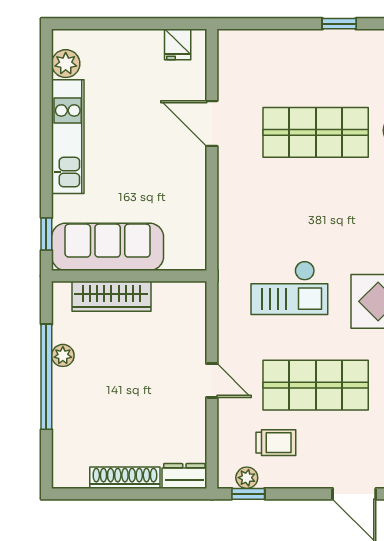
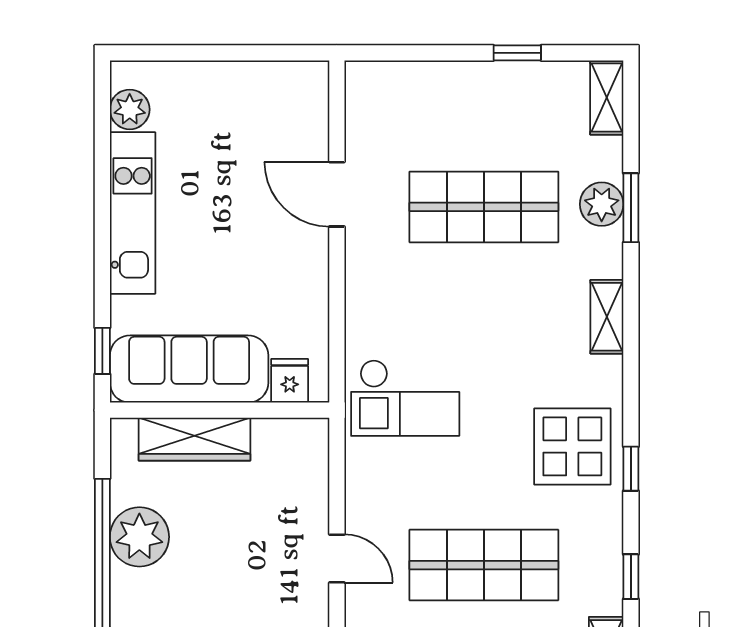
fridge: (178, 44) -> (290, 381), moved, turned 180
checkout: (289, 288) -> (405, 398), moved
plant: (63, 355) -> (139, 537), width x1.87, depth x1.87

